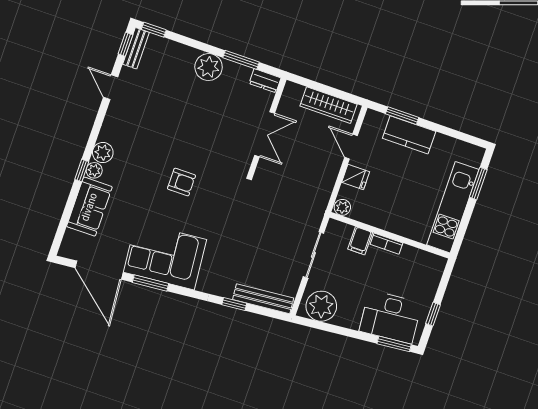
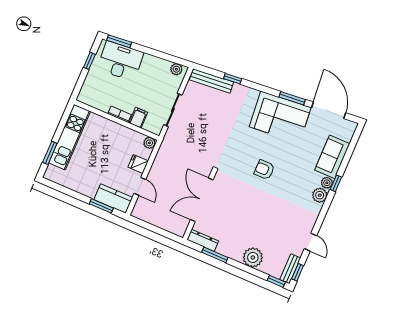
plant: (209, 67) -> (253, 257), moved
dresser: (265, 81) -> (203, 240), width x1.44
wardrobe: (328, 105) -> (154, 217), removed
double door: (265, 134) -> (202, 200), width x1.37
kitchen counter: (409, 135) -> (113, 199), moved
plant: (321, 306) -> (176, 69), width x0.53, depth x0.53

